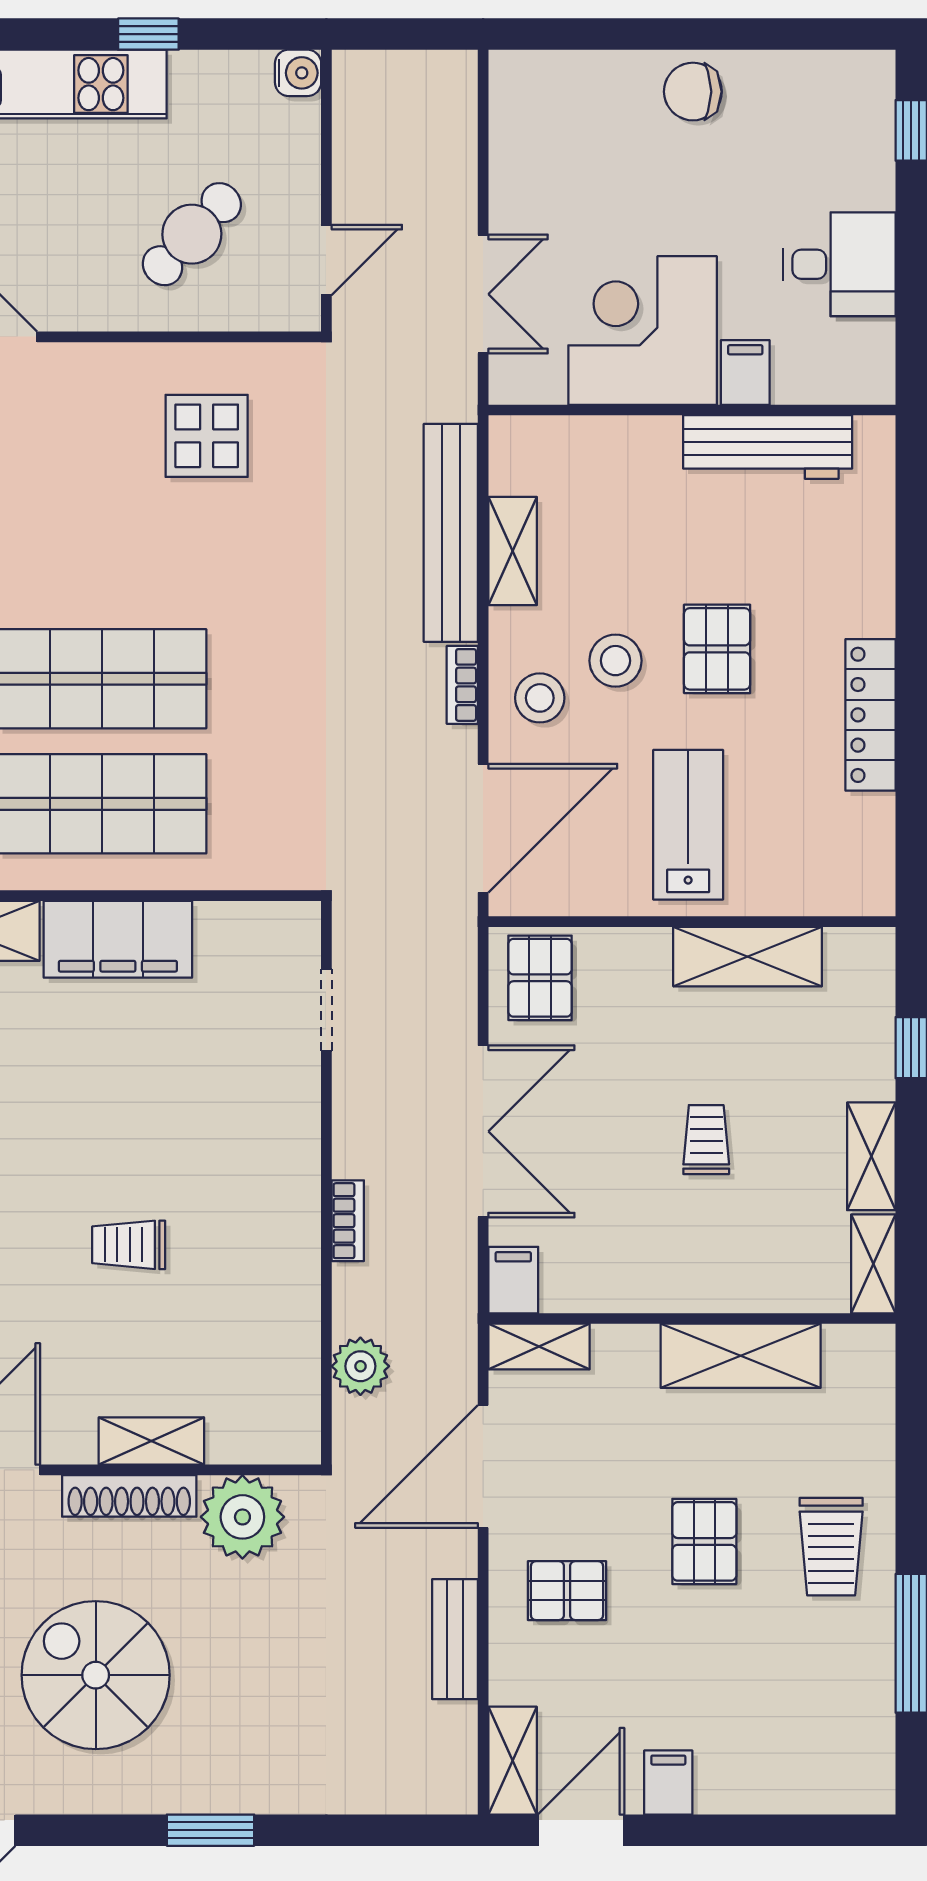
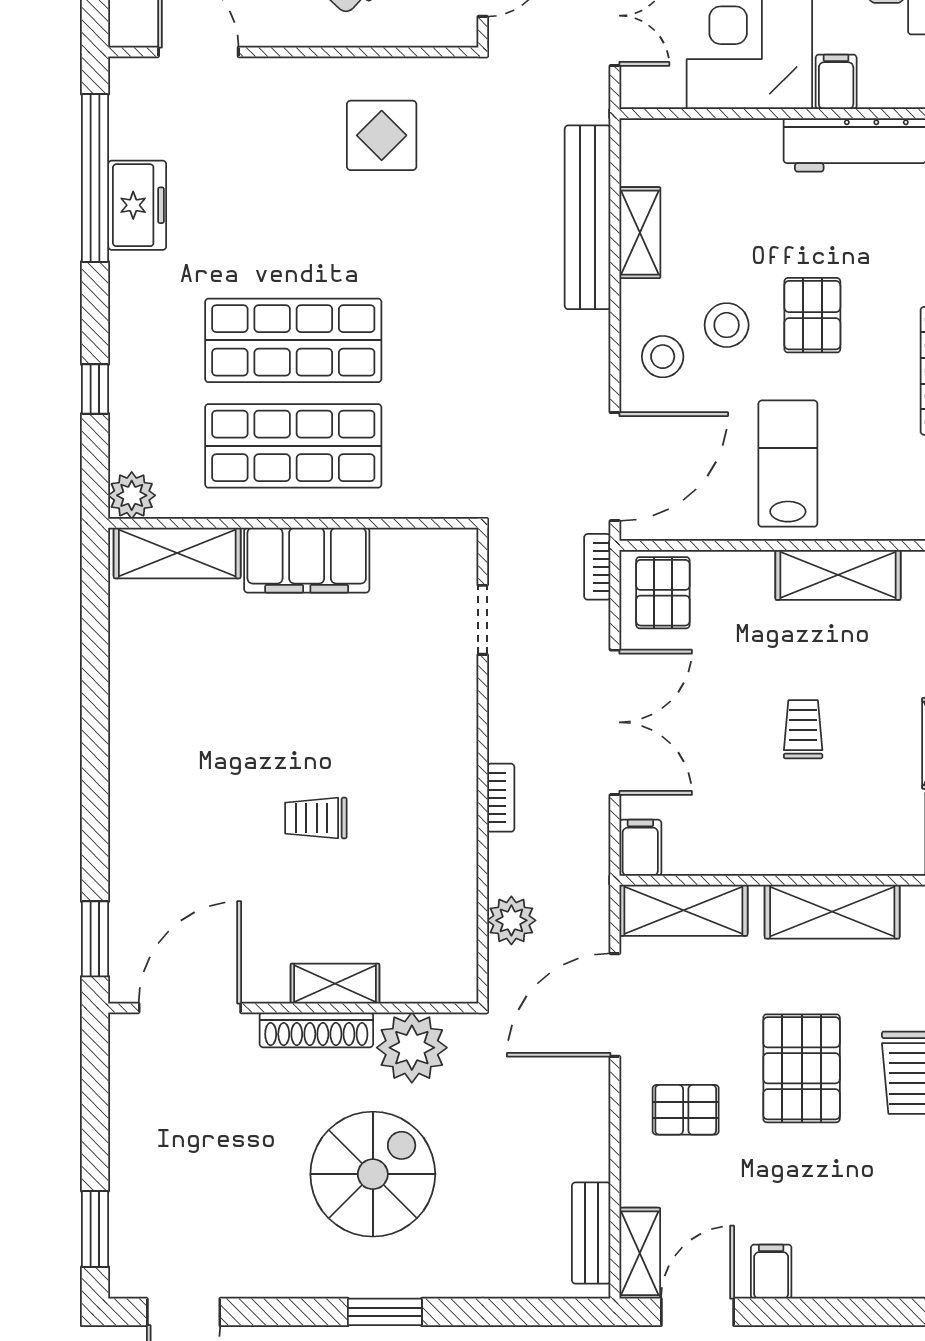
bookcase: (462, 685) -> (597, 567), moved
shelving: (539, 1347) -> (683, 910), width x1.50, depth x1.33
pallet: (704, 1541) -> (802, 1068), width x1.50, depth x1.42
bench: (455, 1639) -> (591, 1233), moved
spiral stairs: (96, 1675) -> (373, 1174), moved, turned 90

